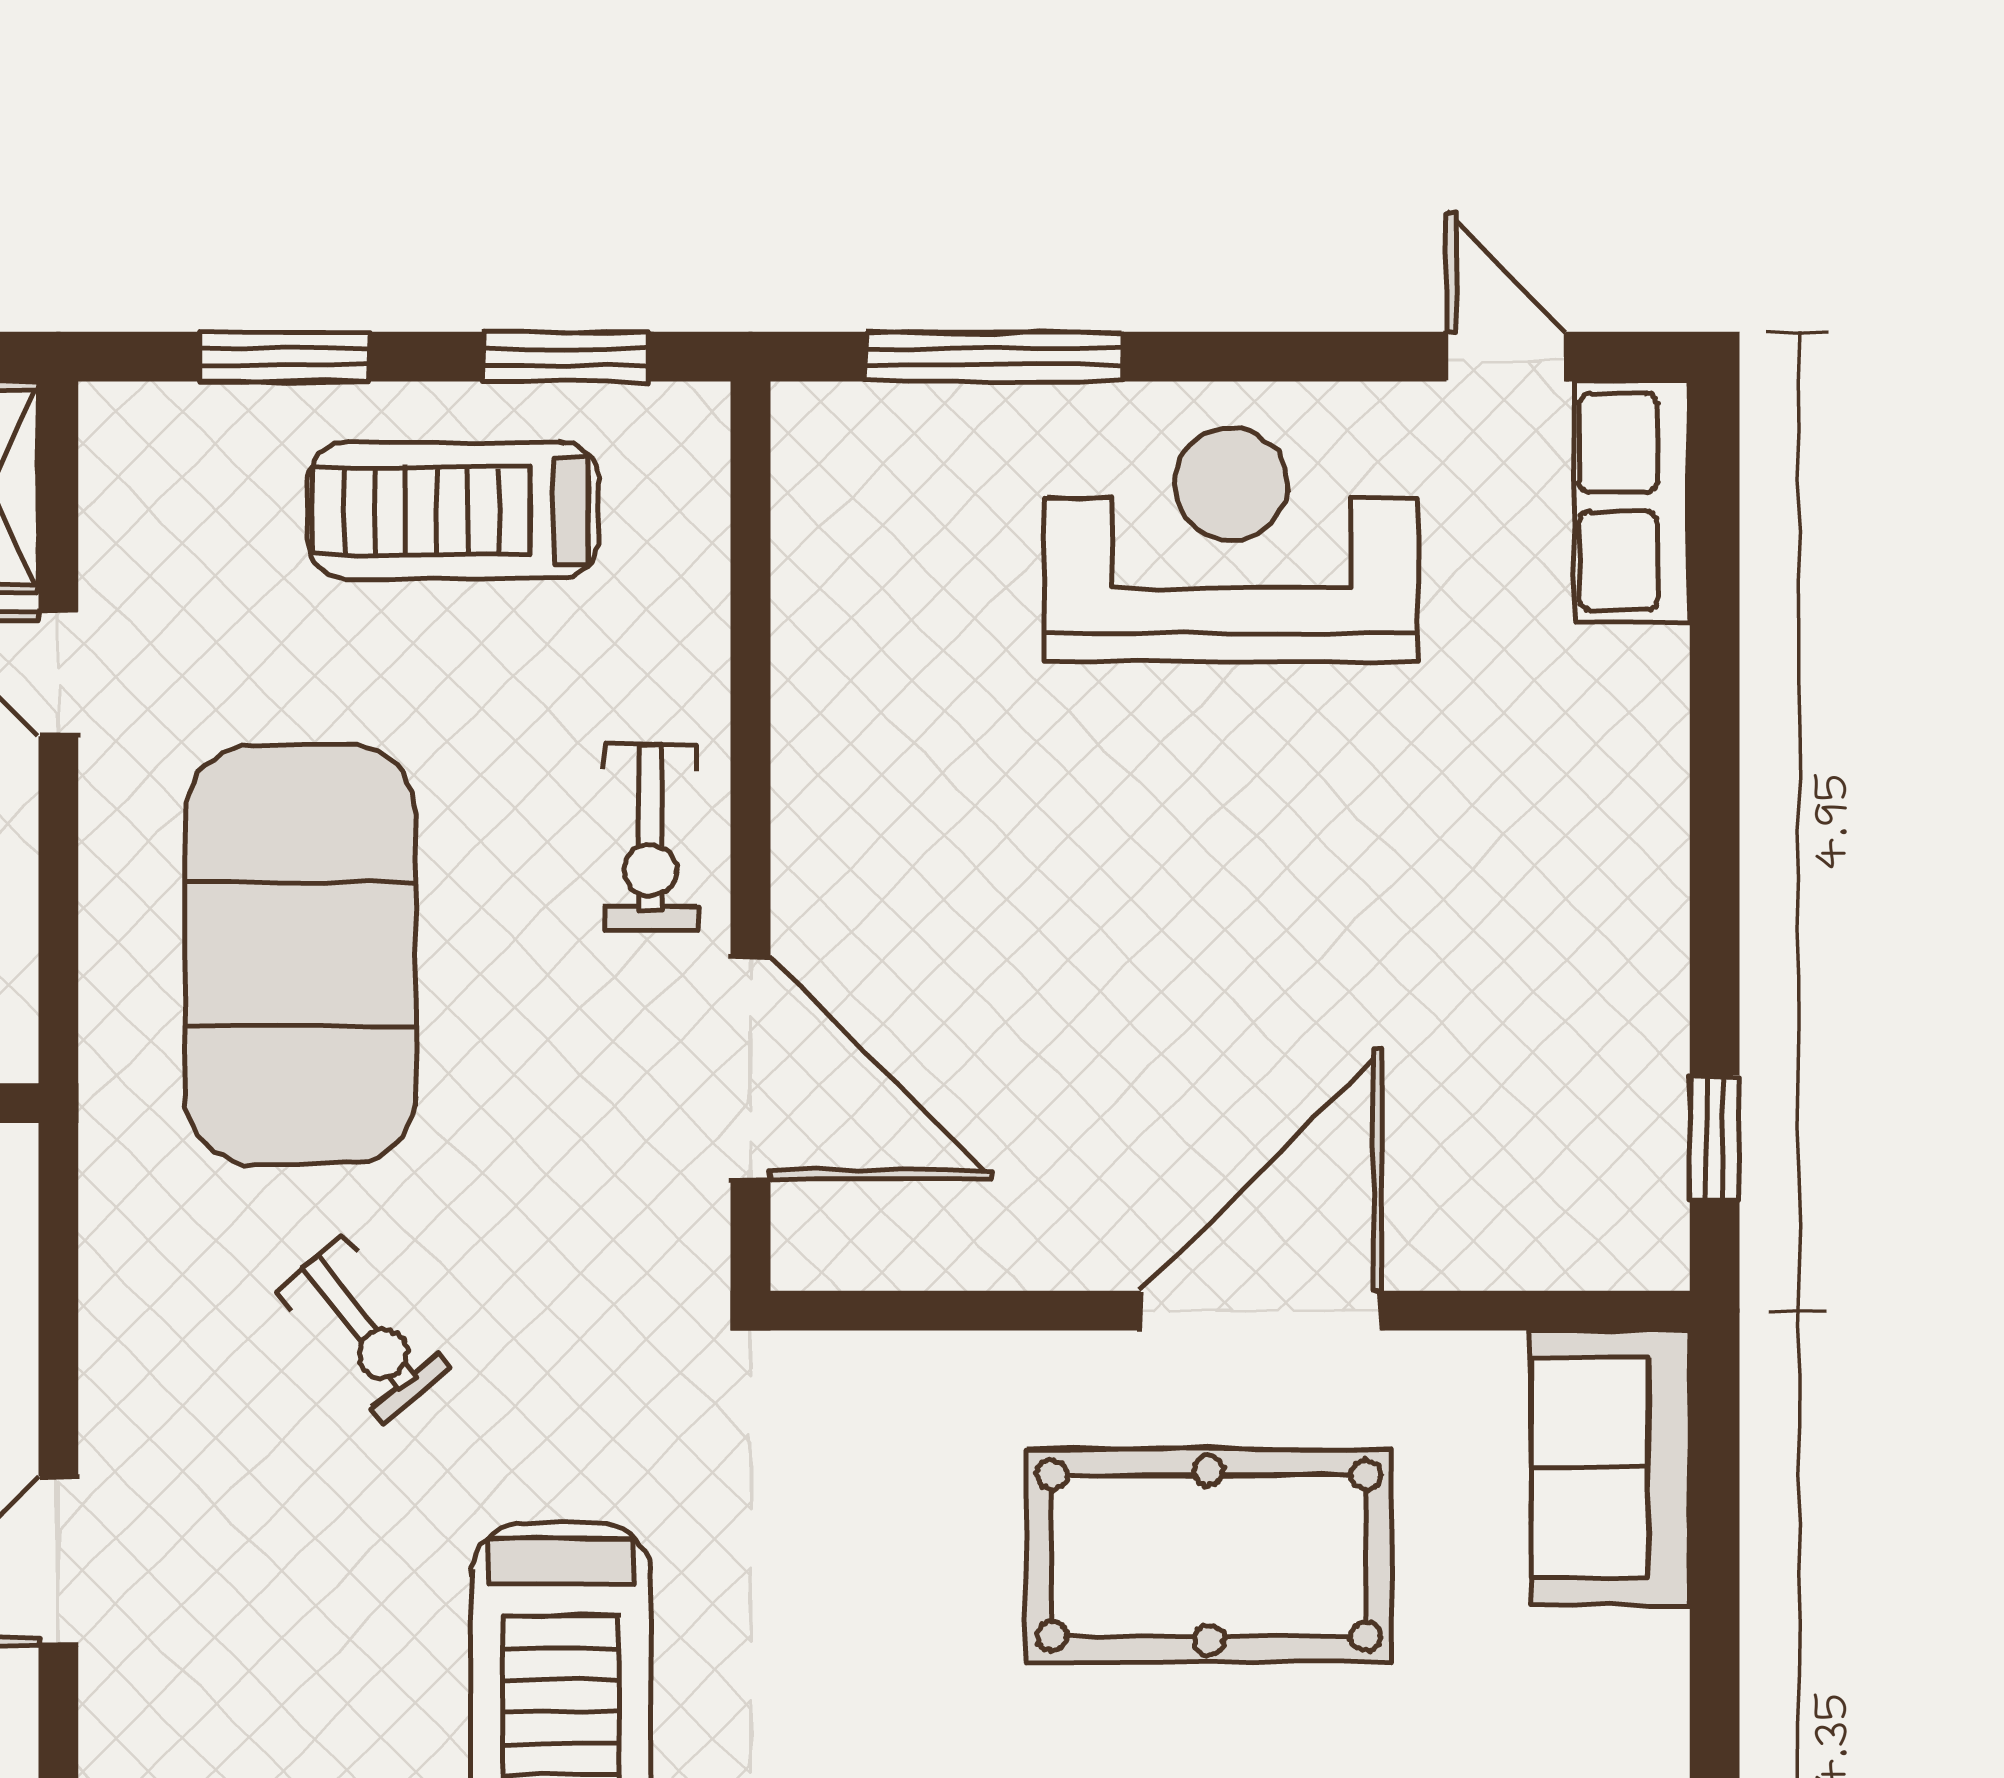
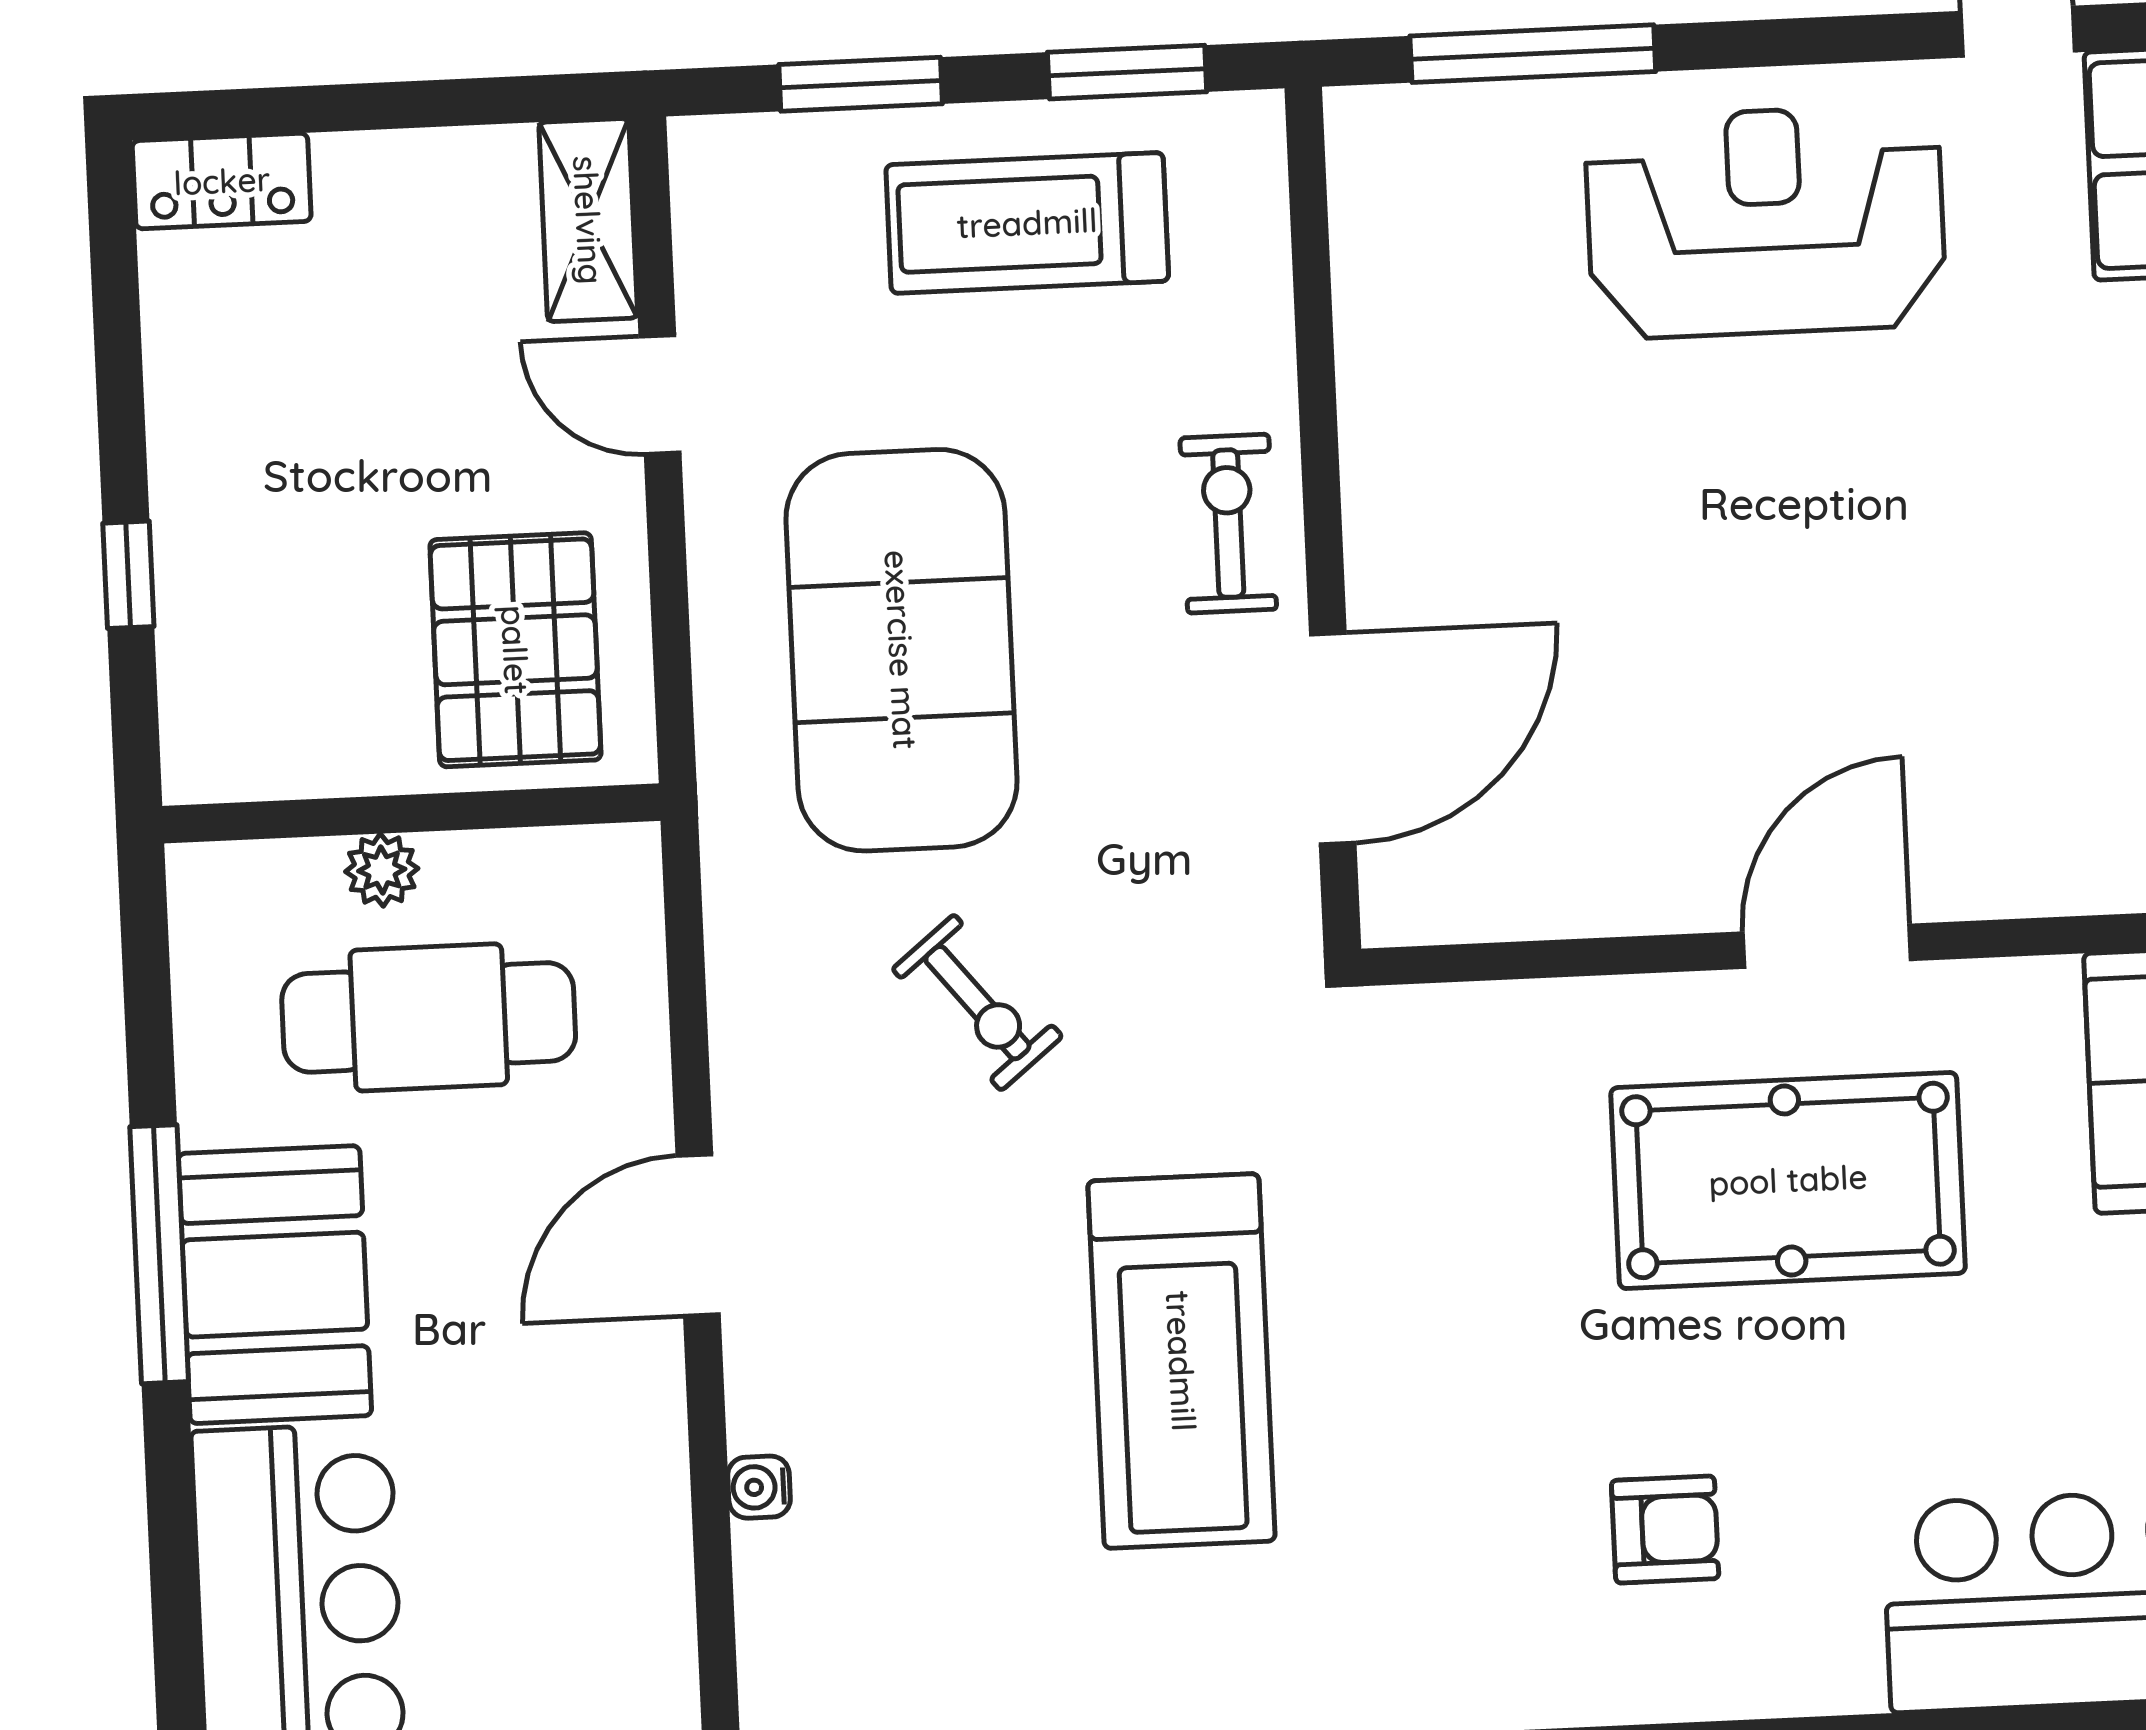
exercise bike: (651, 837) -> (1228, 524), turned 180
door: (750, 1068) -> (1333, 738), hinge flipped
door: (1261, 1311) -> (1827, 946), width x0.73

